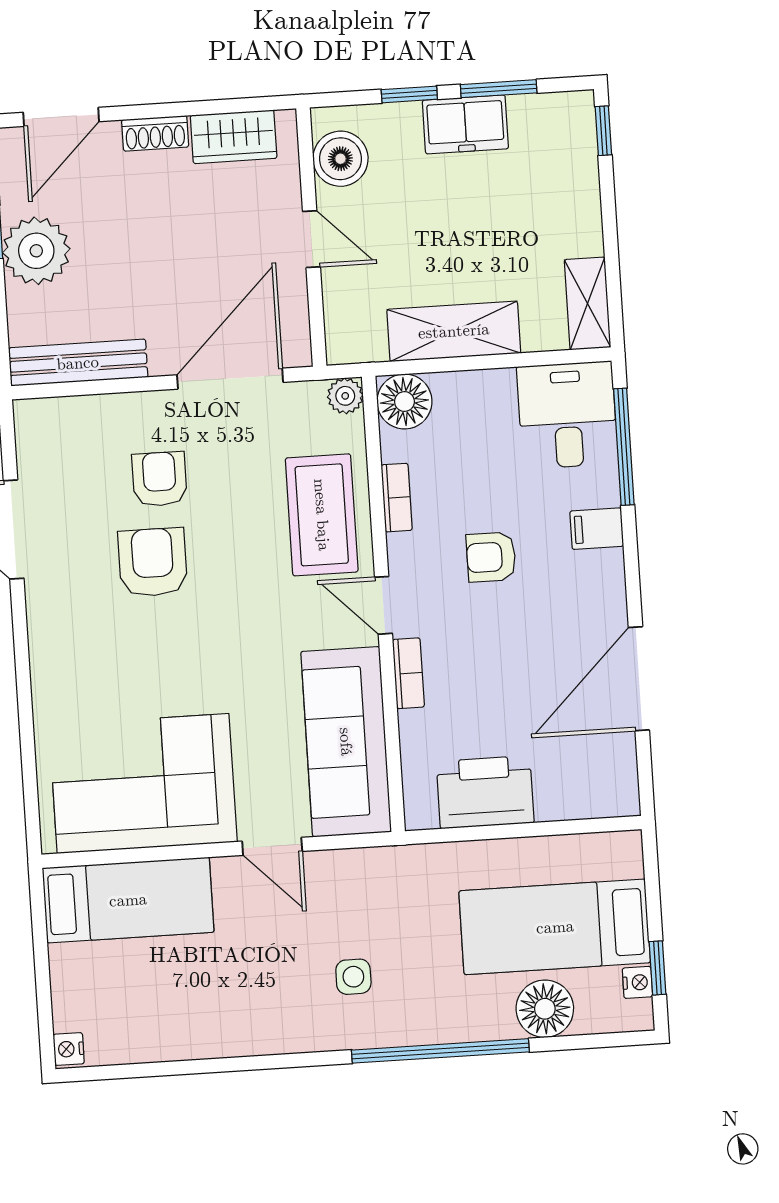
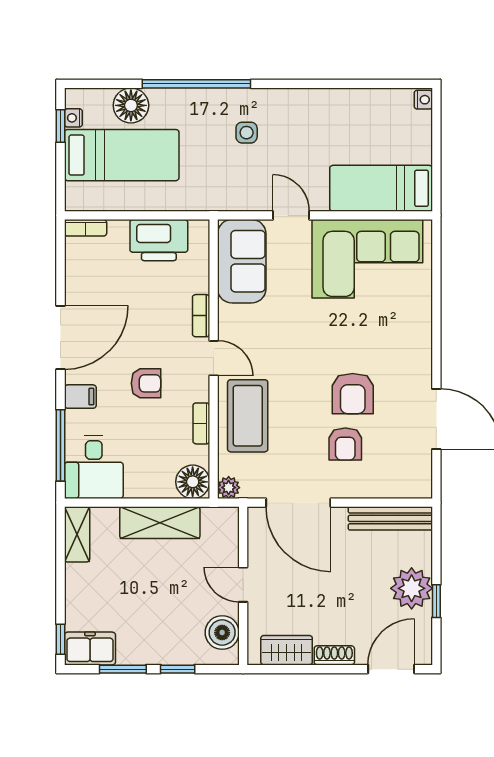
freezer: (465, 124) -> (90, 649), moved
door: (230, 379) -> (298, 503), hinge flipped
door: (639, 679) -> (61, 337), moved
sofa: (346, 742) -> (242, 261), width x0.73
bookcase: (606, 804) -> (86, 228), added

